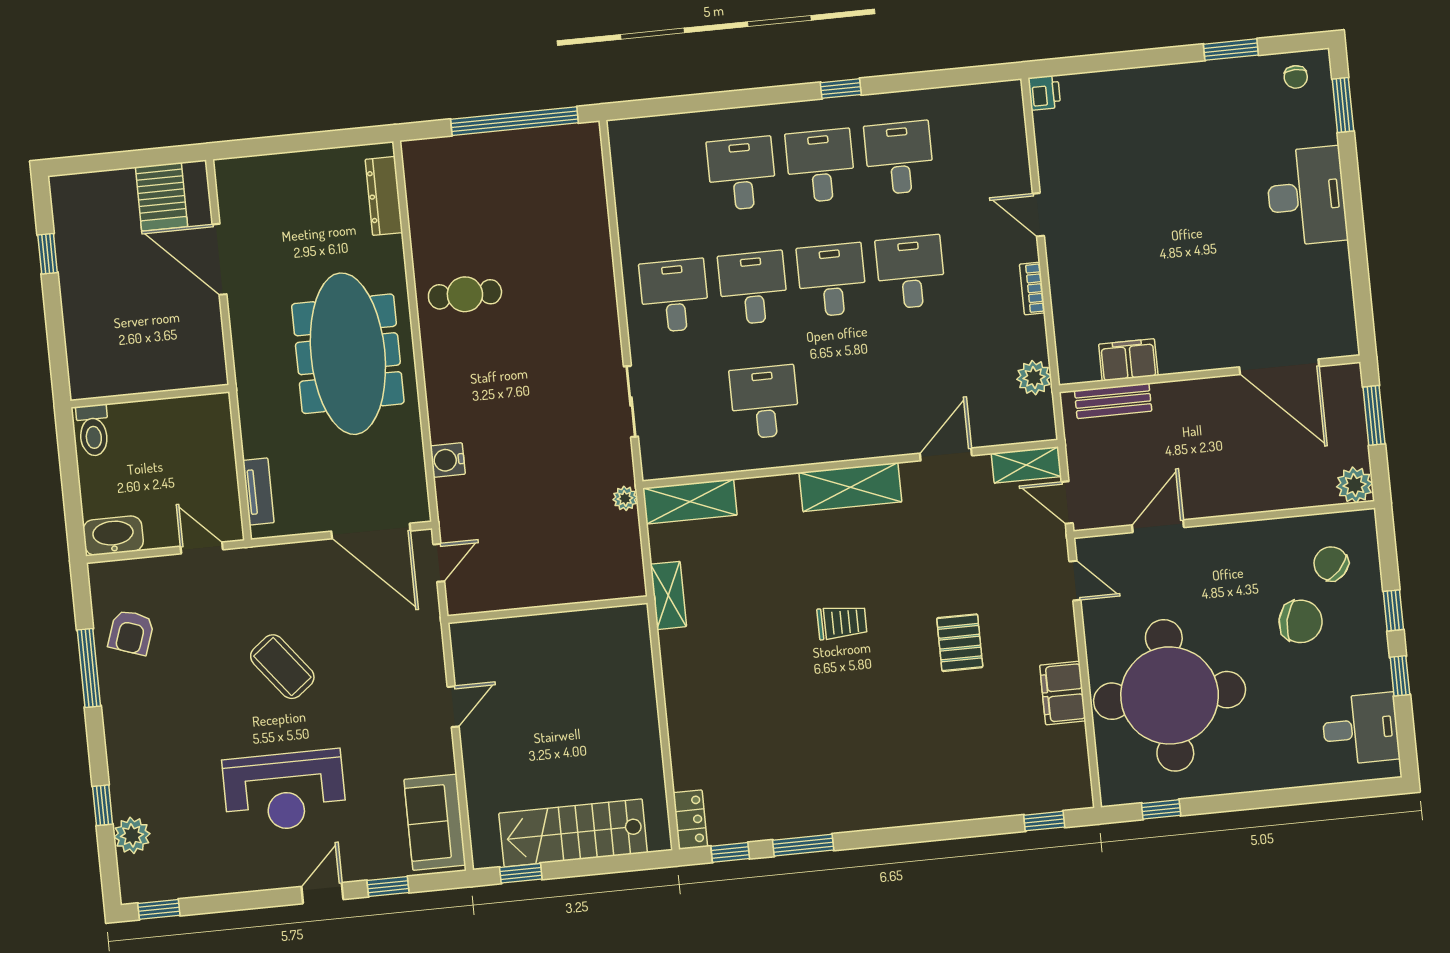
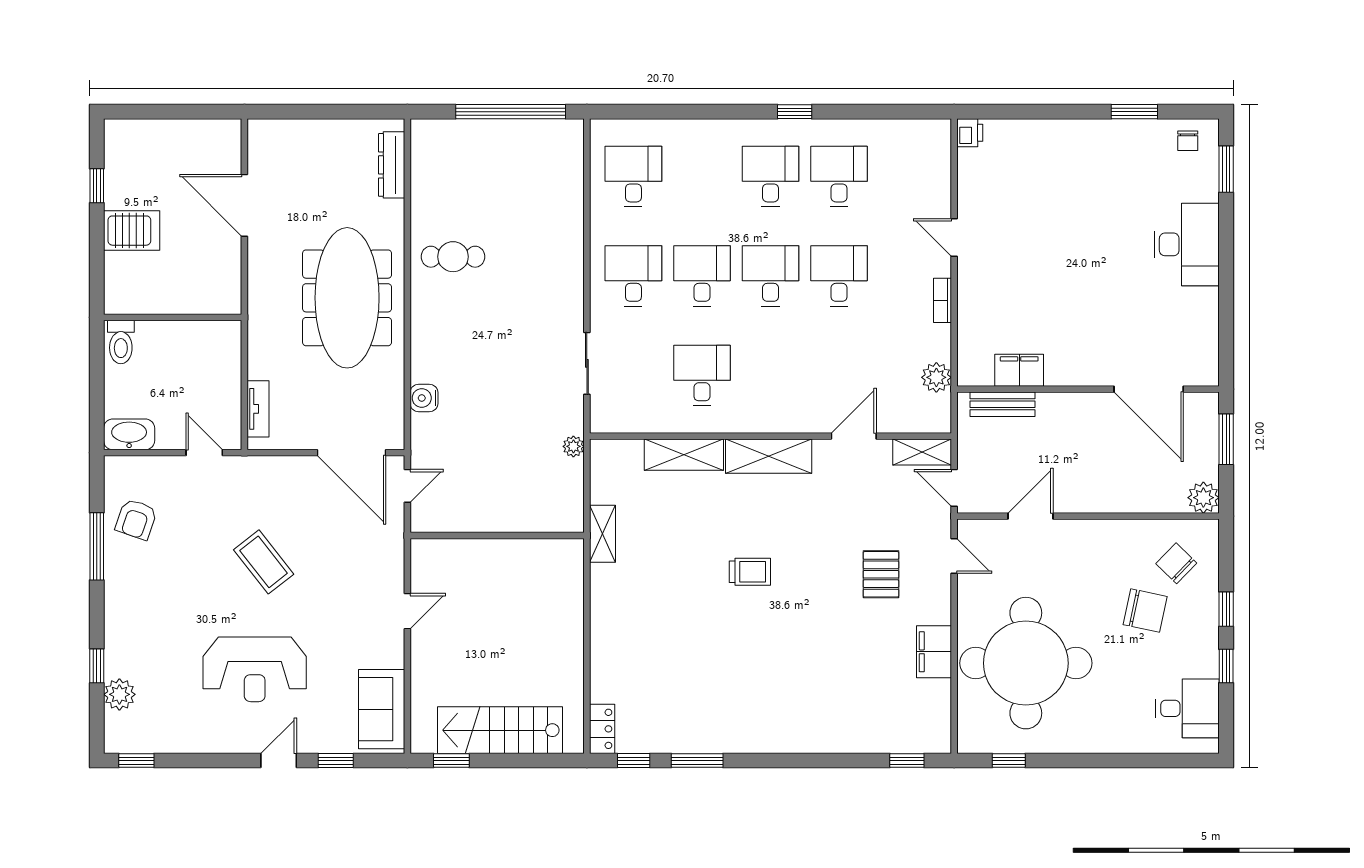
desk: (742, 174) -> (633, 176), moved
server rack: (162, 197) -> (132, 231), moved, turned -90
shelving: (690, 502) -> (684, 455), moved
pallet: (960, 643) -> (881, 574), moved

